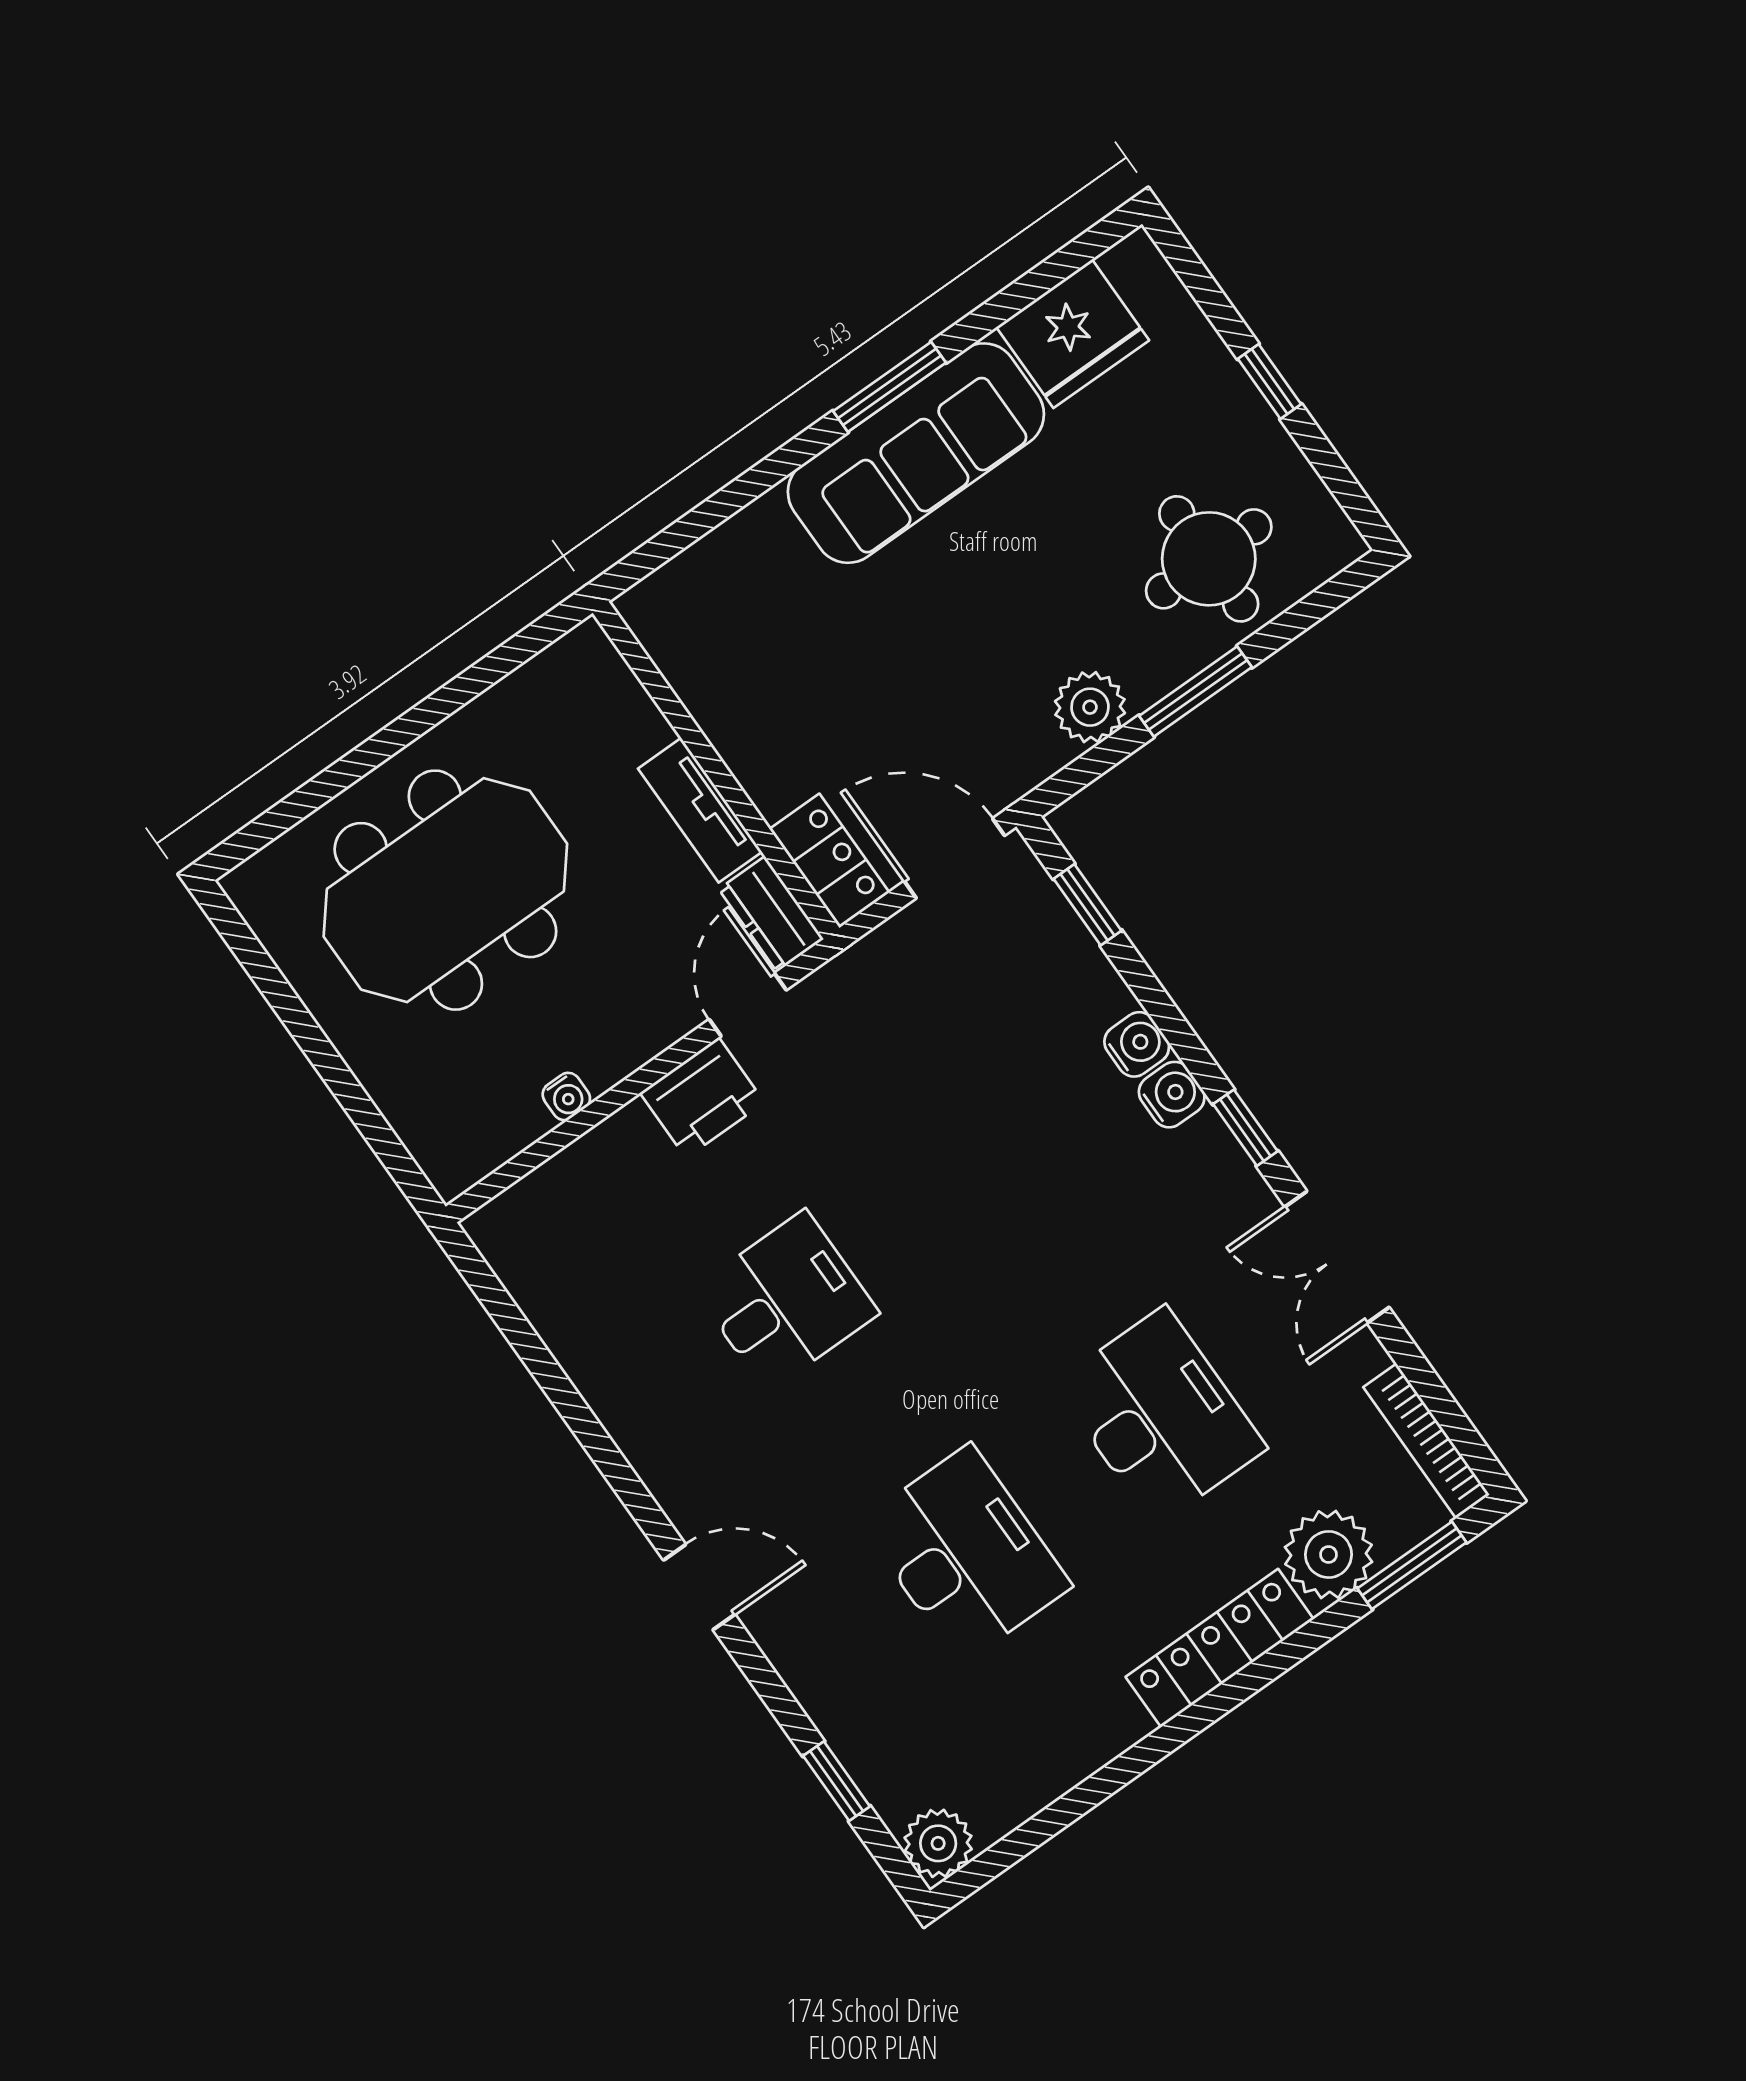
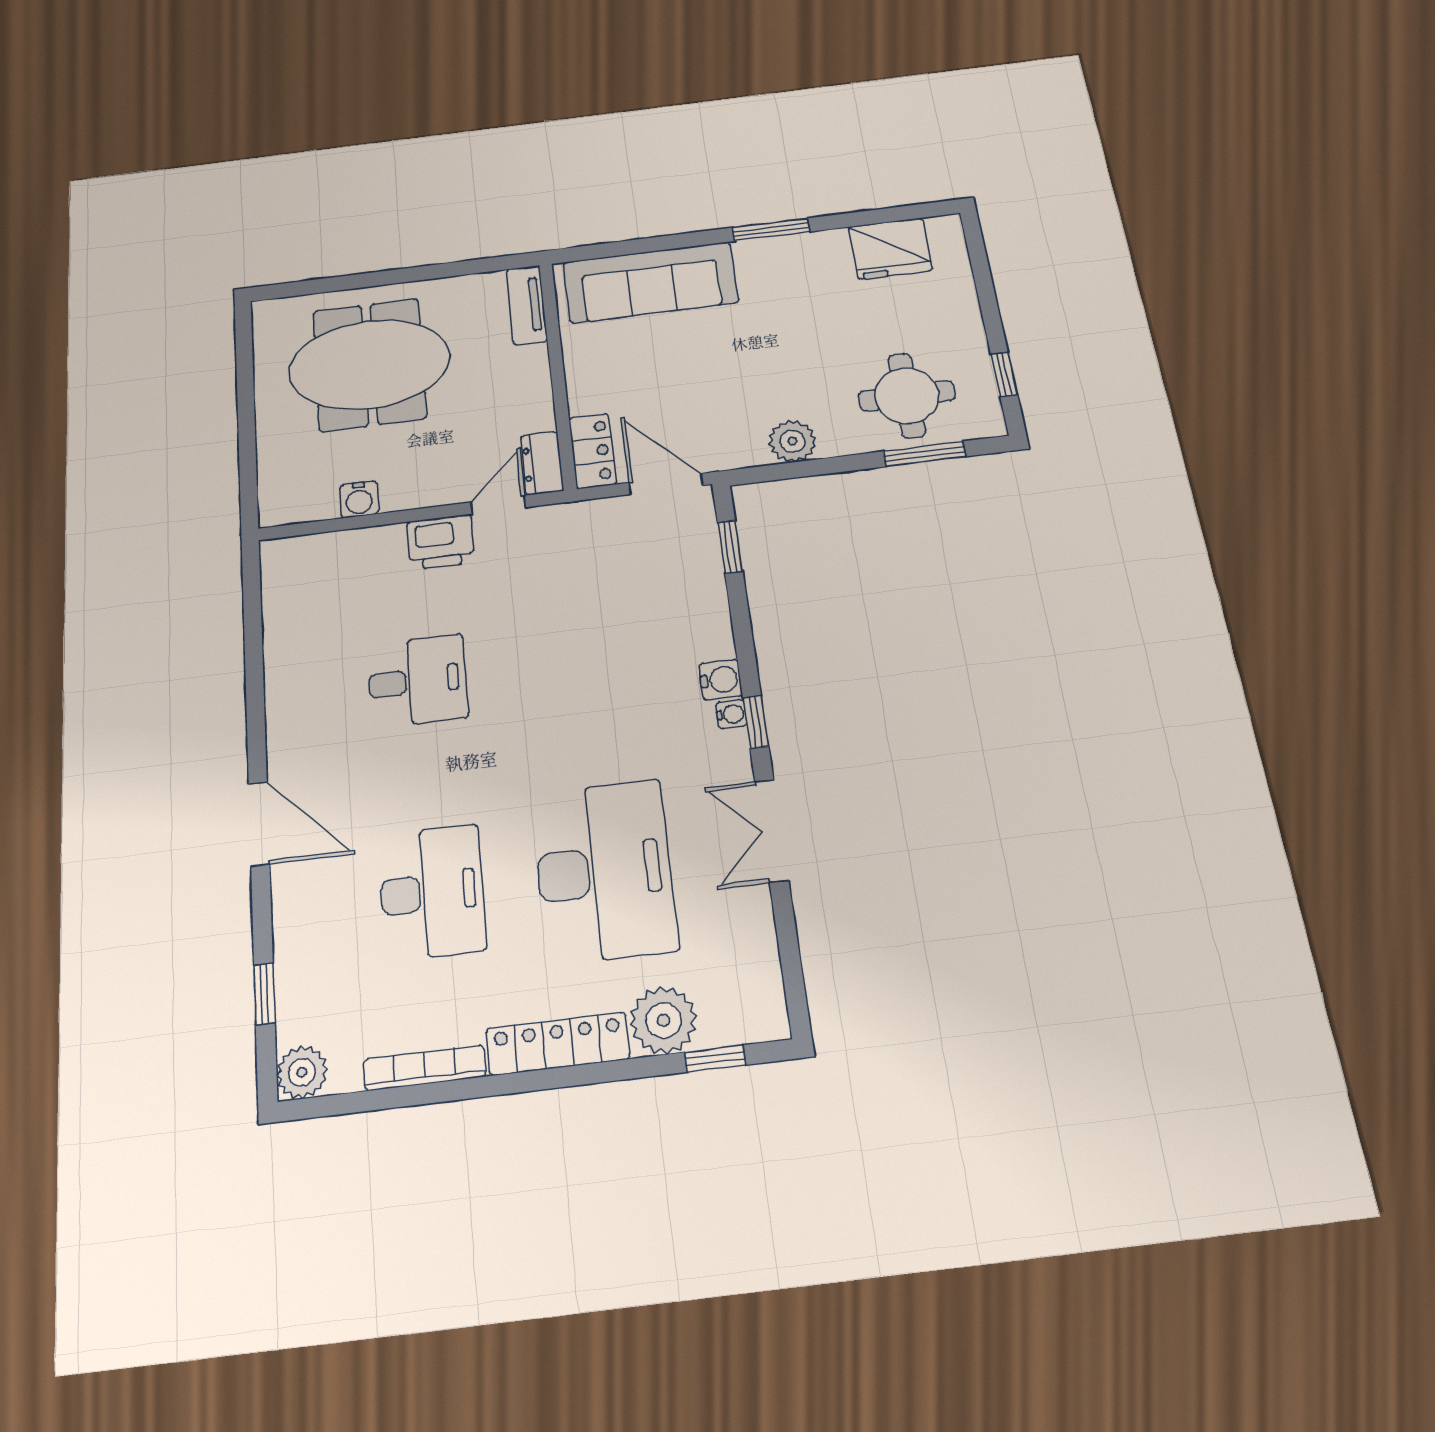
window: (1269, 381) -> (1004, 374), moved
sofa: (916, 453) -> (650, 282), moved
window: (1195, 692) -> (924, 454), moved
tv unit: (700, 810) -> (527, 305), moved
water cooler: (1137, 1044) -> (731, 714), moved, width x0.72, depth x0.72
water cooler: (566, 1096) -> (359, 499), width x1.38, depth x1.38
desk: (1160, 1416) -> (604, 871), width x1.36, depth x1.30
bookcase: (1426, 1441) -> (425, 1068), moved, turned 90
window: (1412, 1565) -> (715, 1059), width x0.67
door: (699, 1587) -> (259, 824), width x1.38

